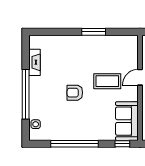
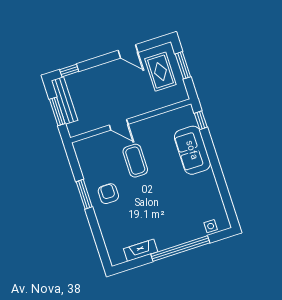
armchair: (75, 93) -> (108, 194), moved, turned 180
sofa: (127, 121) -> (192, 150), moved, turned 90
window: (74, 144) -> (218, 175), removed

